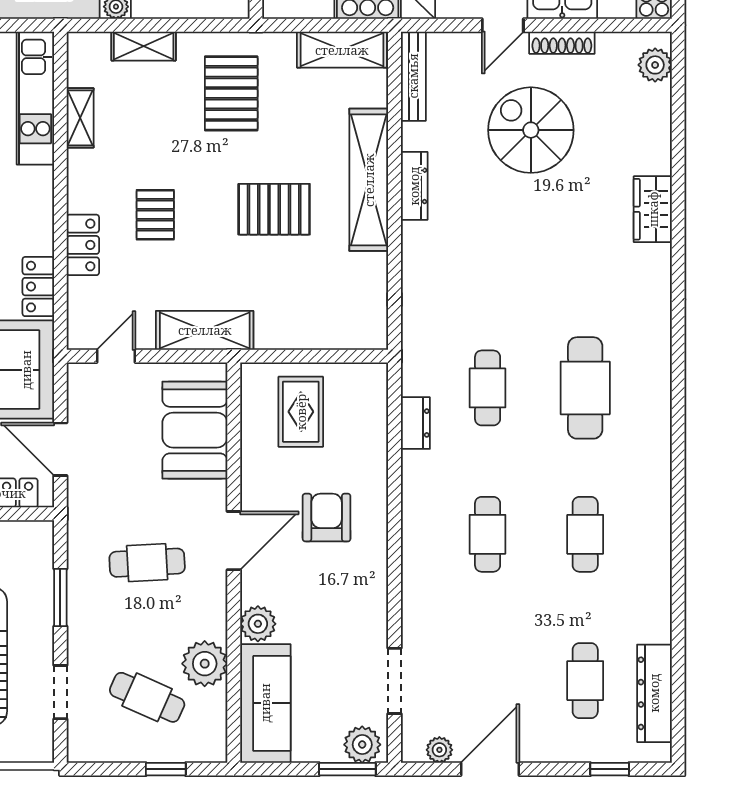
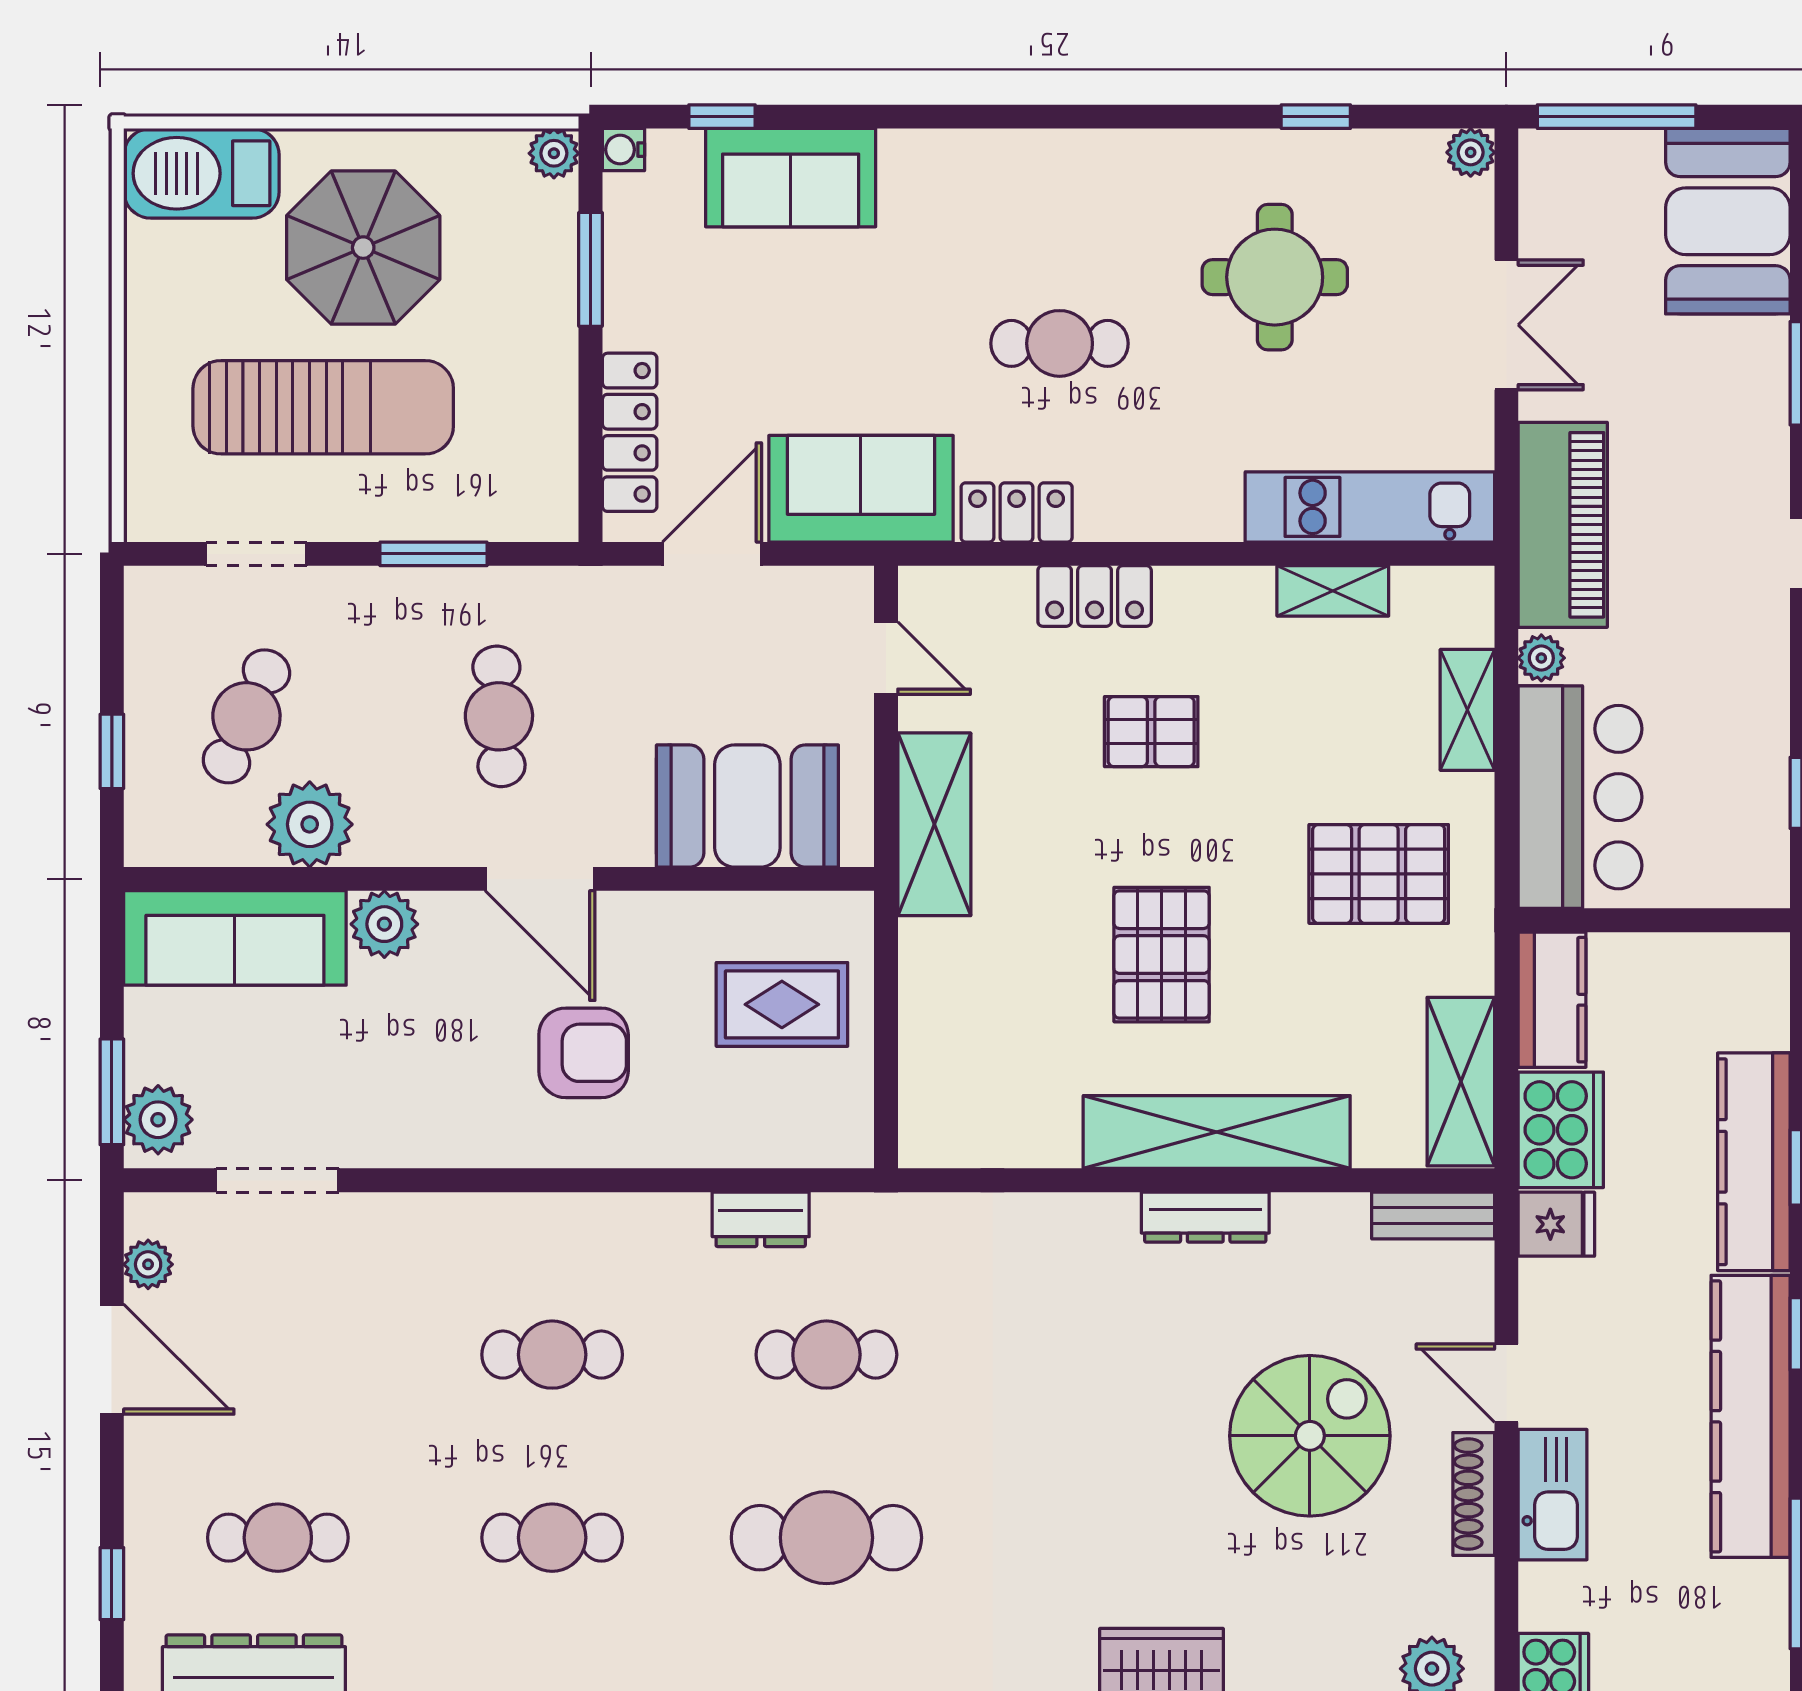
bench: (413, 76) -> (1433, 1215), width x0.73

